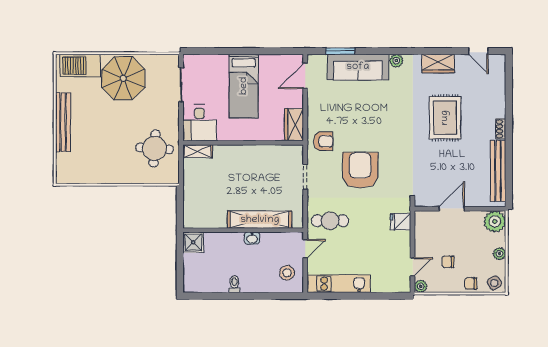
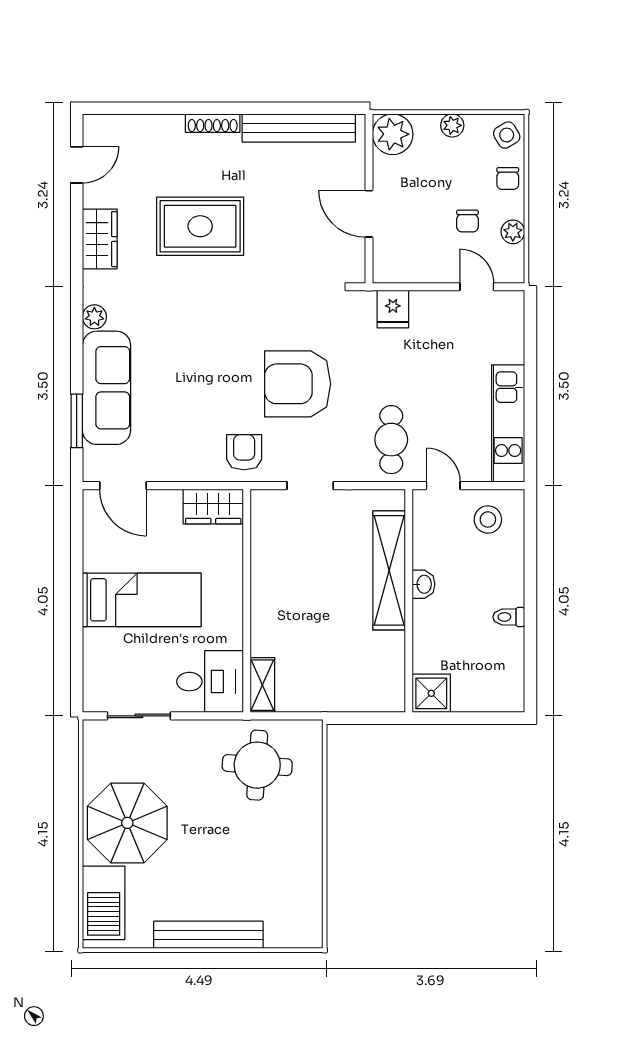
shoe rack: (501, 129) -> (213, 123), width x1.43
plant: (421, 286) -> (513, 232), moved

